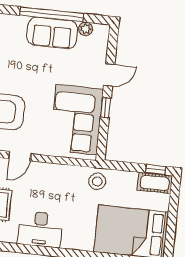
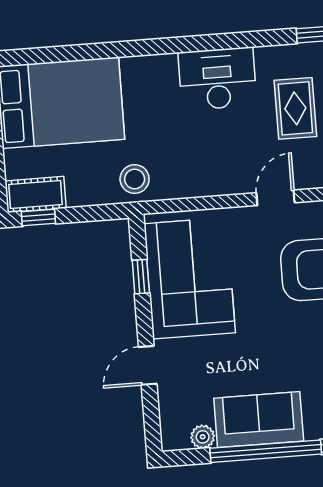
window: (106, 108) -> (141, 277), moved

